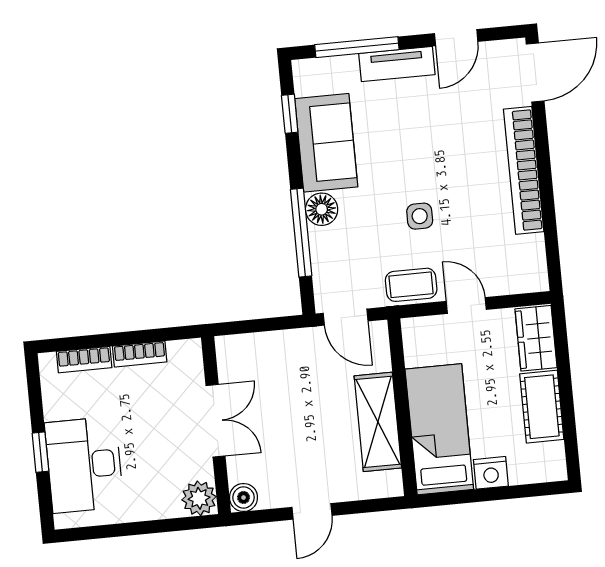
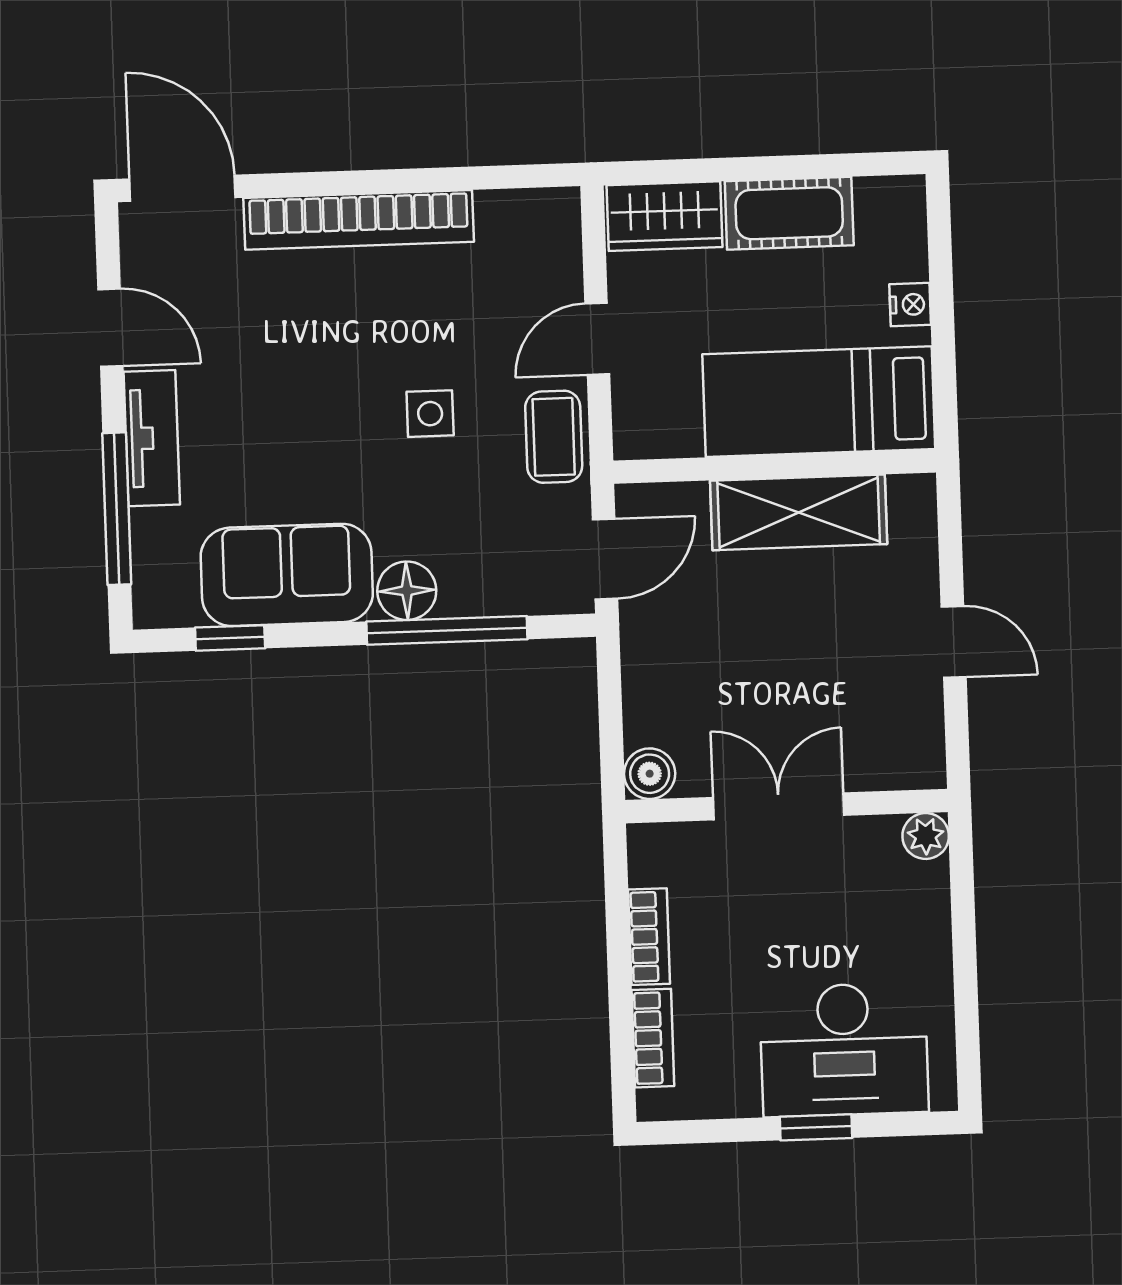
nightstand: (491, 473) -> (910, 304), width x0.72, depth x0.74
boiler: (244, 497) -> (650, 774), moved
plant: (199, 498) -> (926, 836), width x0.73, depth x0.73

